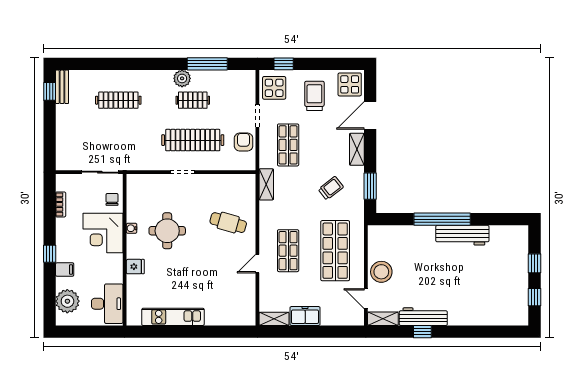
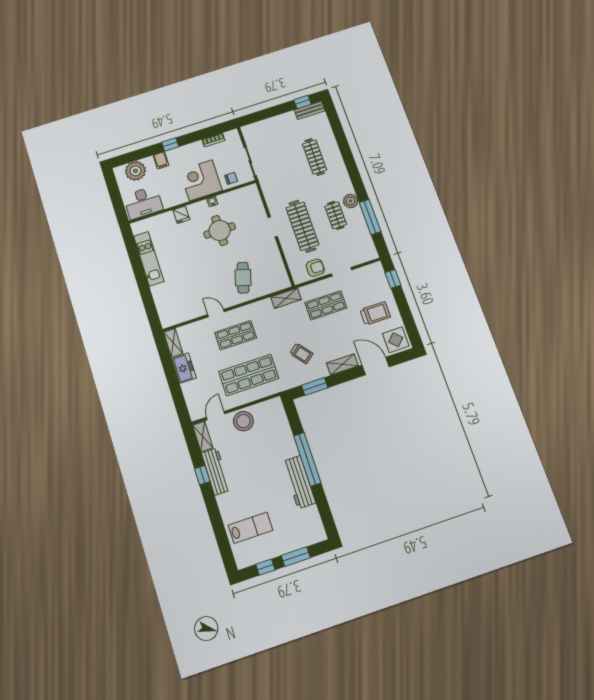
display table: (274, 88) -> (370, 278), removed
window: (534, 263) -> (296, 557), width x1.50
lab bench: (491, 299) -> (251, 528), added

